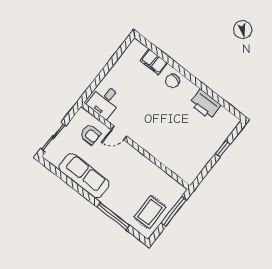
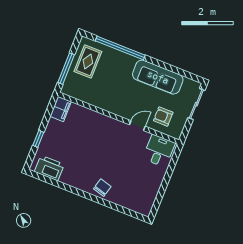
filing cabinet: (154, 62) -> (61, 109), moved, turned 90
printer: (205, 104) -> (49, 168), moved
window: (113, 216) -> (120, 48), width x1.46

